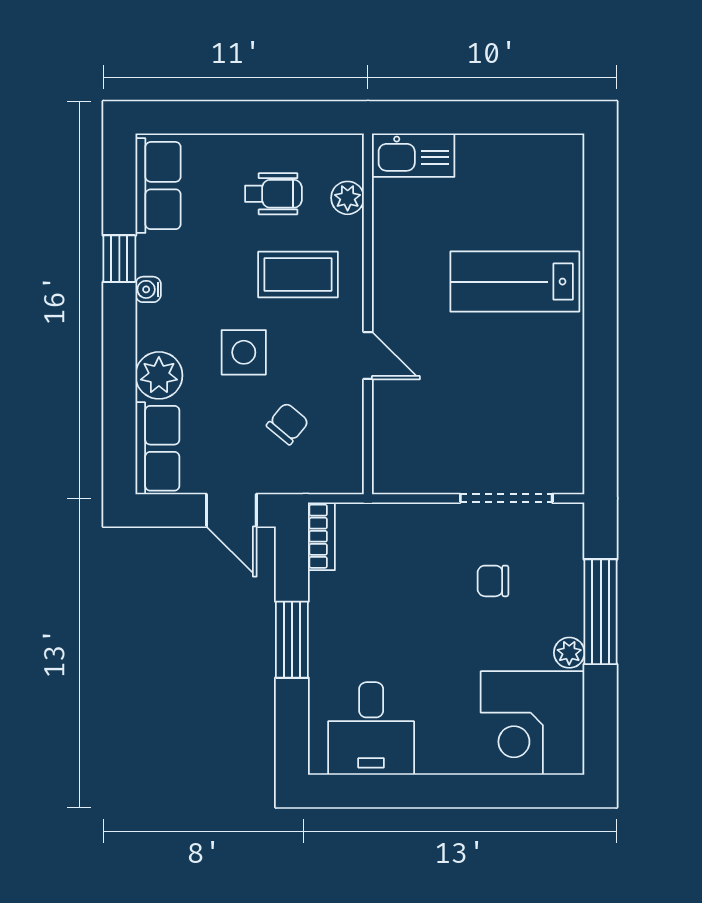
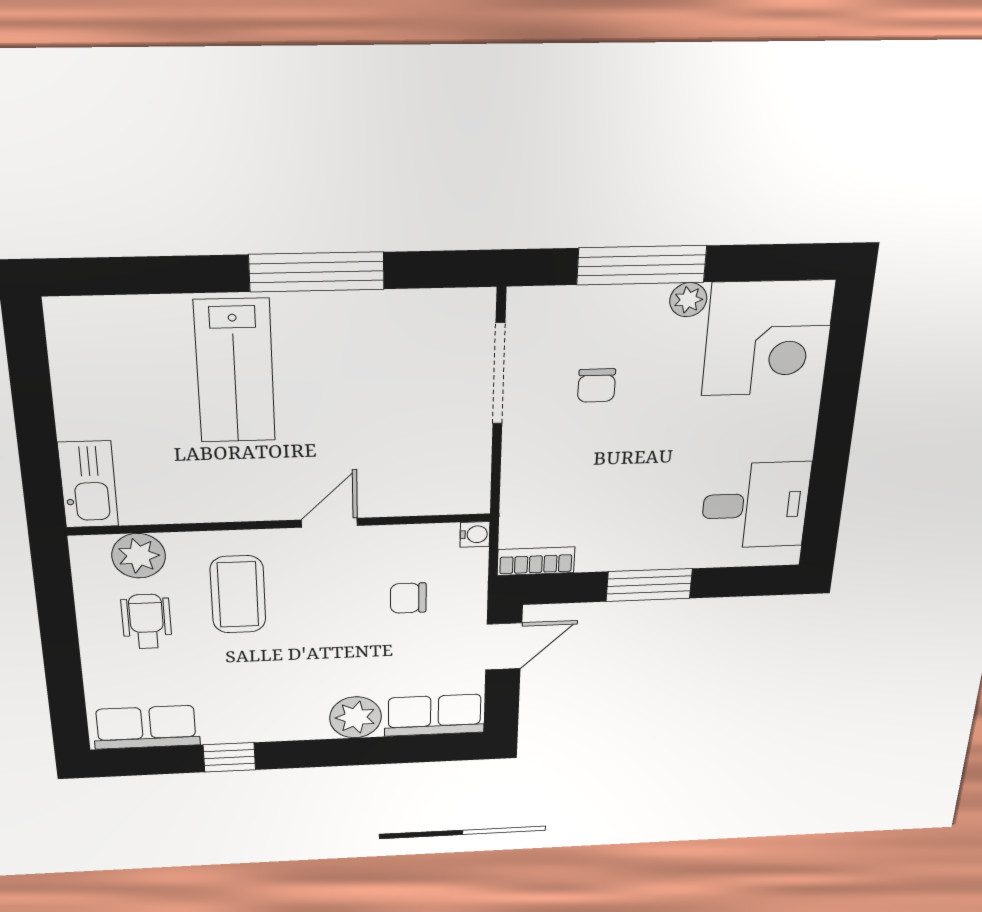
plant: (348, 198) -> (139, 556), width x1.38, depth x1.38
water cooler: (148, 289) -> (475, 534), moved, turned -90
window: (601, 350) -> (317, 272), added
side table: (244, 352) -> (328, 642), removed
chair: (288, 424) -> (408, 598), turned -40

